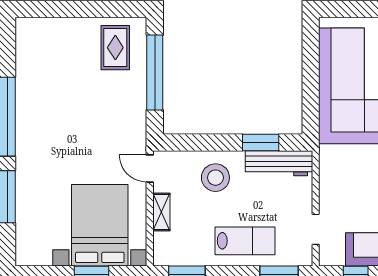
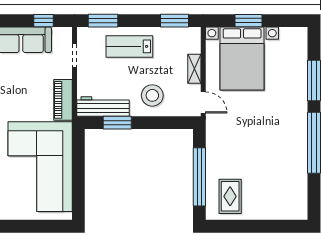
piano: (331, 172) -> (63, 100), added

